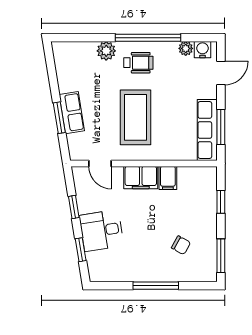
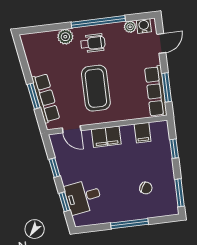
row of seats: (72, 113) -> (46, 98), width x1.48
filing cabinet: (168, 178) -> (143, 133), moved
desk: (102, 231) -> (83, 197), moved

